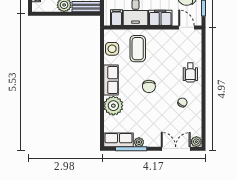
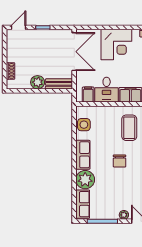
coffee table: (138, 49) -> (129, 128), moved
row of seats: (118, 140) -> (83, 204), moved, turned 90
plant: (139, 142) -> (124, 215), moved

